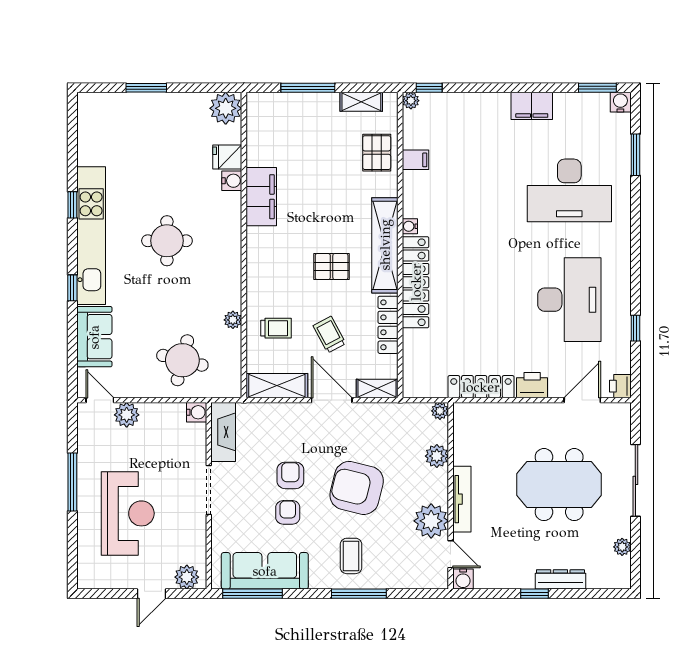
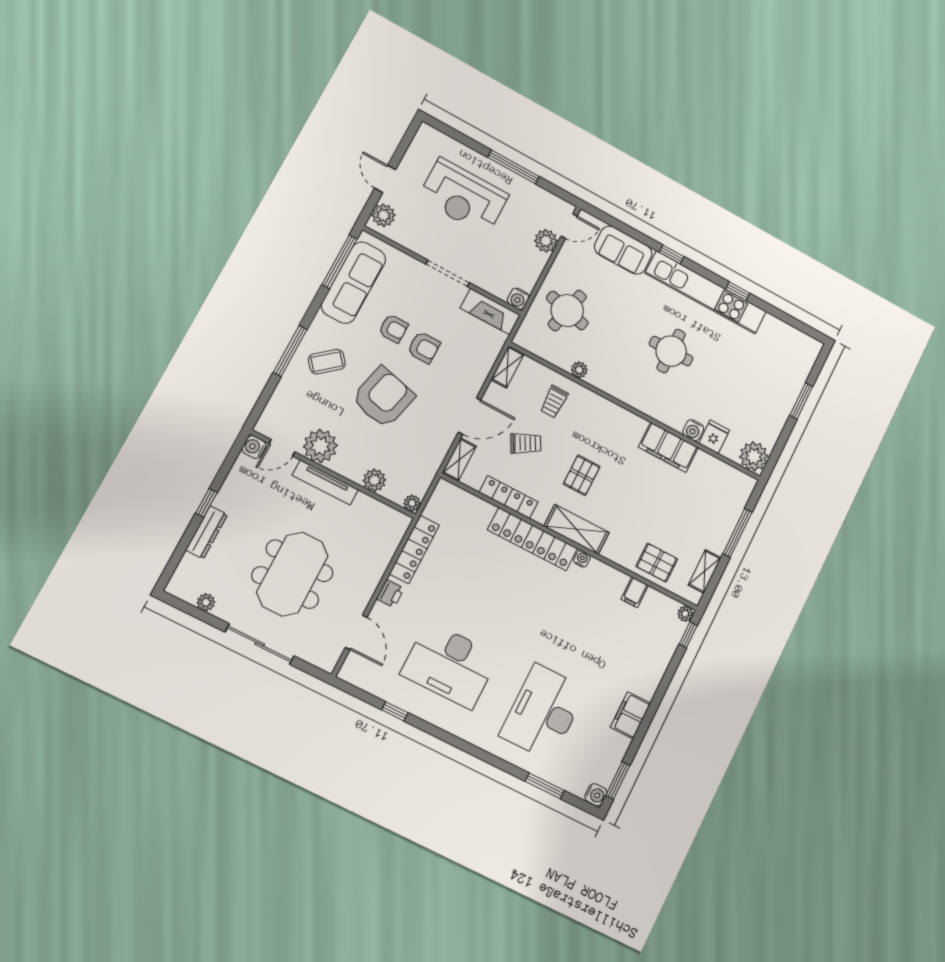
shelving: (385, 245) -> (577, 529), width x0.68
printer: (532, 385) -> (390, 594), width x0.73, depth x0.81
shelving: (277, 386) -> (508, 367), width x0.67, depth x0.75
printer: (620, 386) -> (351, 672), removed
coffee table: (351, 556) -> (327, 362), turned -40

